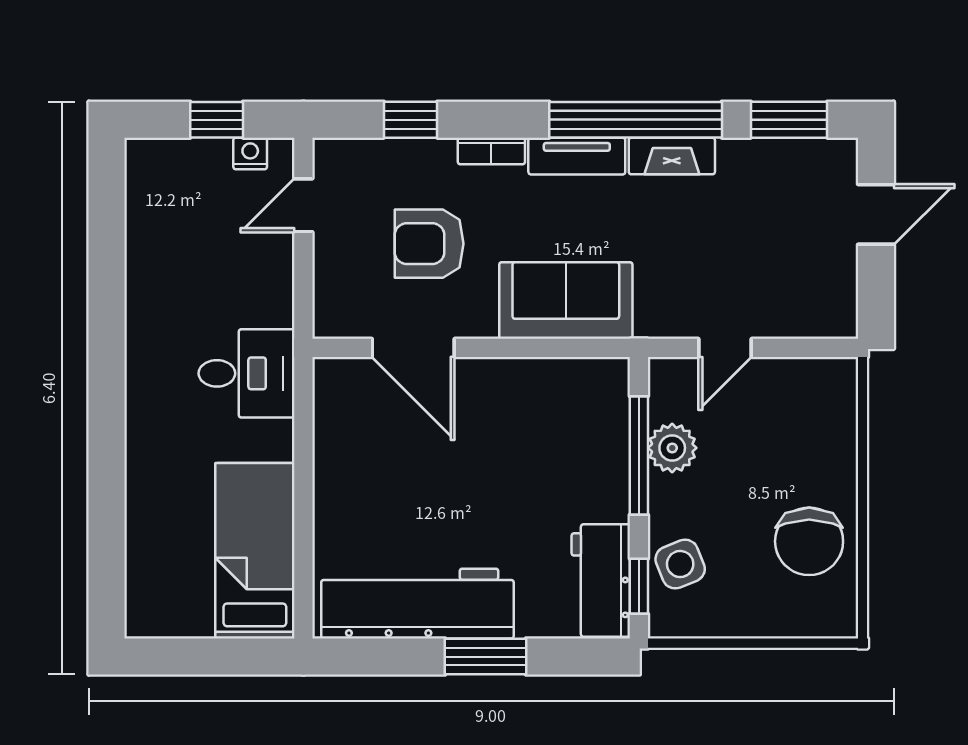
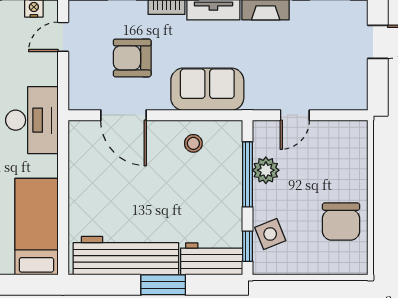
desk: (247, 373) -> (32, 120), width x1.37
stool: (540, 399) -> (193, 143), added
workbench: (601, 581) -> (212, 259), moved, turned 90

